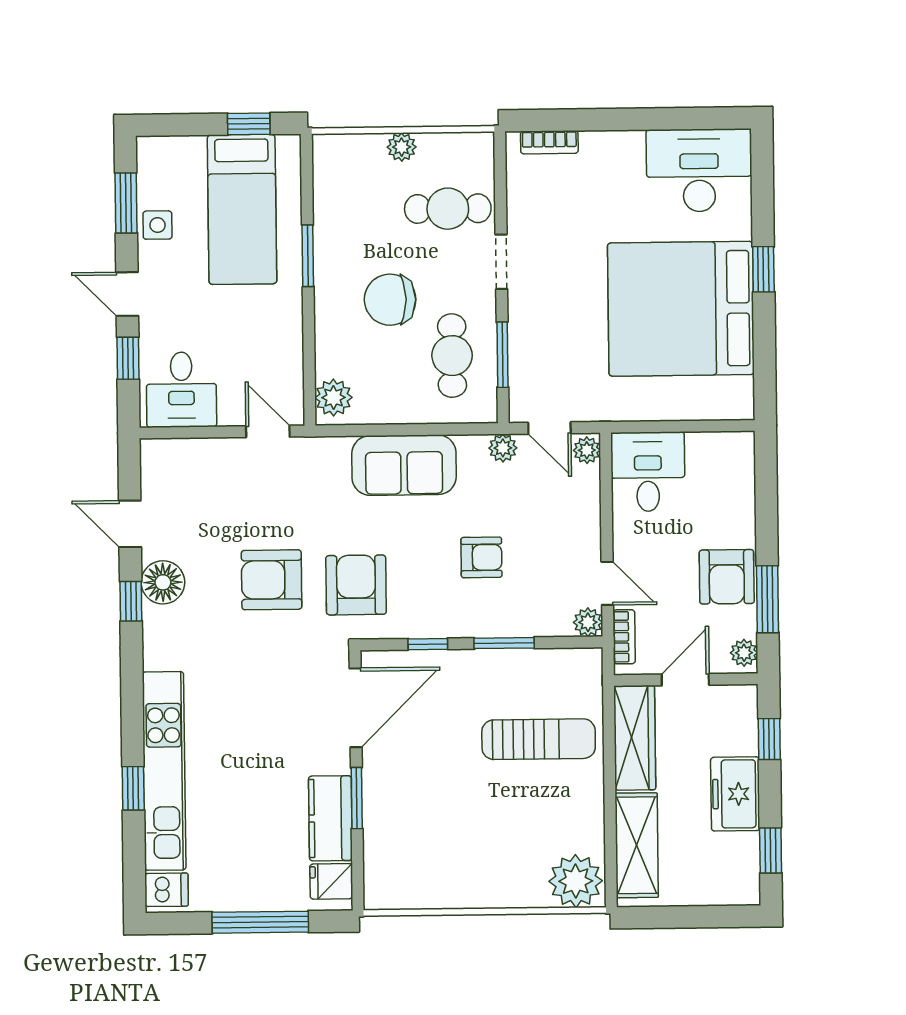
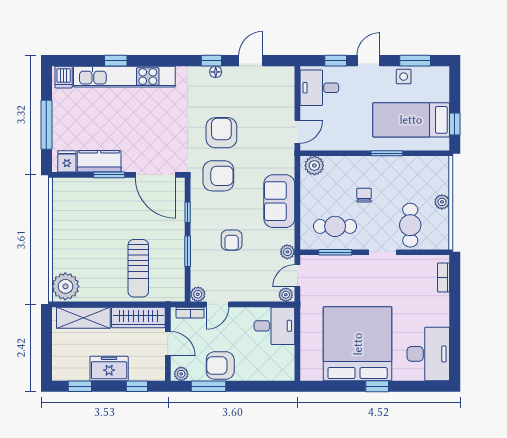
chair: (390, 300) -> (364, 195), width x0.54, depth x0.54
floor lamp: (163, 582) -> (216, 72), width x0.53, depth x0.53

